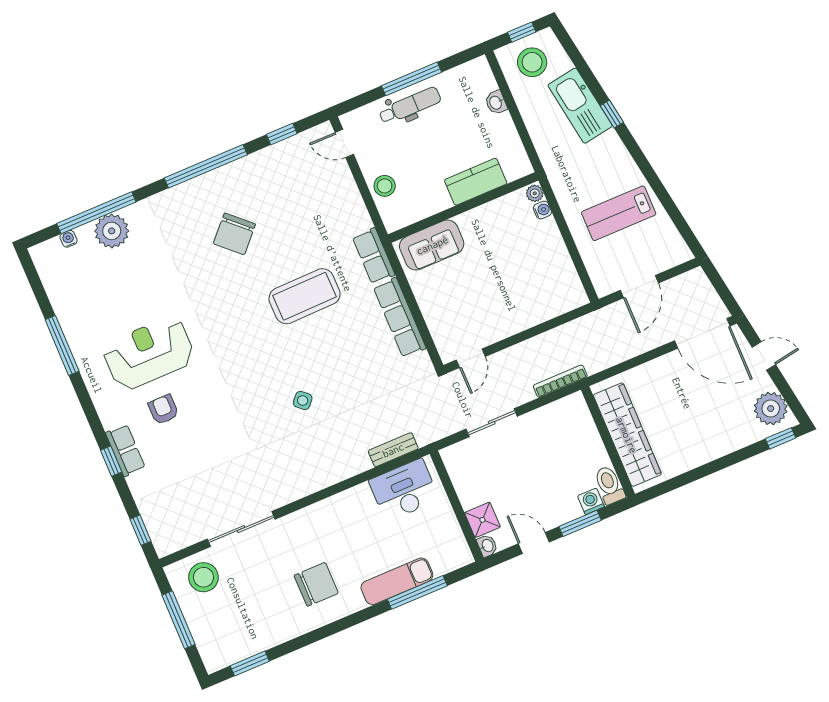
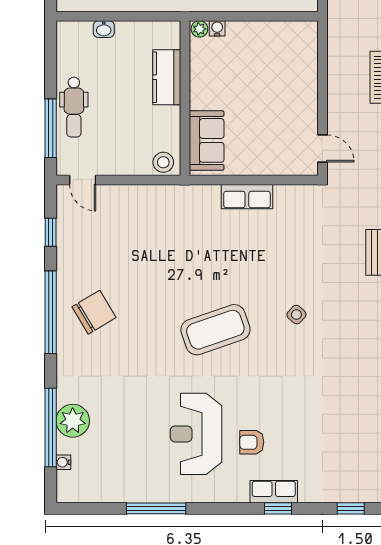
window: (411, 79) -> (51, 128), moved
dental chair: (410, 106) -> (74, 107), turned 180
door: (344, 143) -> (83, 180), hinge flipped
stool: (385, 186) -> (163, 162), moved
chair: (234, 234) -> (94, 312), moved, turned -74
row of seats: (374, 256) -> (194, 196), removed
coffee table: (304, 296) -> (215, 330), moved, turned 72
row of seats: (400, 318) -> (247, 197), width x0.68

